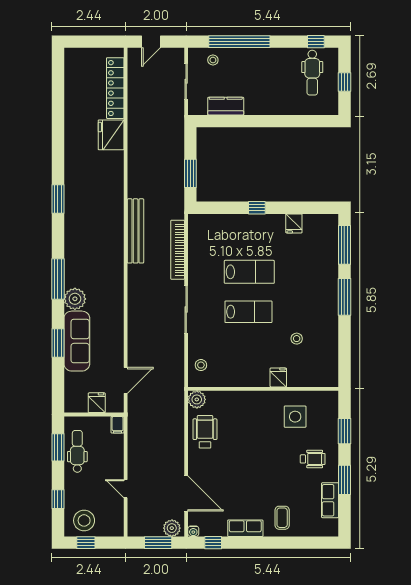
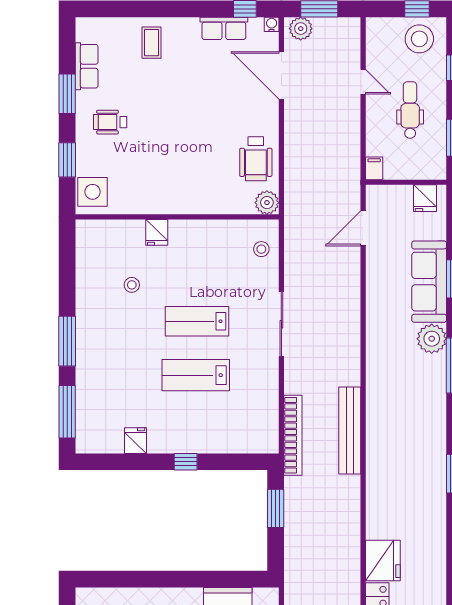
bookcase: (178, 250) -> (293, 435), moved
fridge: (97, 403) -> (425, 198), moved
side table: (295, 417) -> (93, 192), moved
dental chair: (77, 451) -> (410, 110), moved, turned 180
row of seats: (245, 528) -> (224, 28), moved

